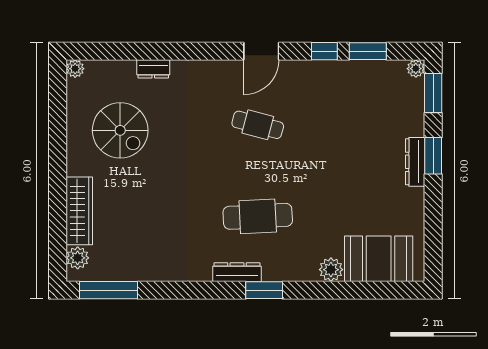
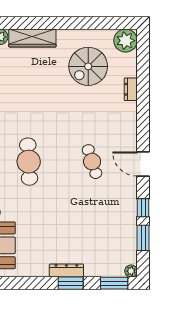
plant: (75, 69) -> (126, 41), width x1.87, depth x1.87
cafe table: (258, 125) -> (92, 162), turned -33

